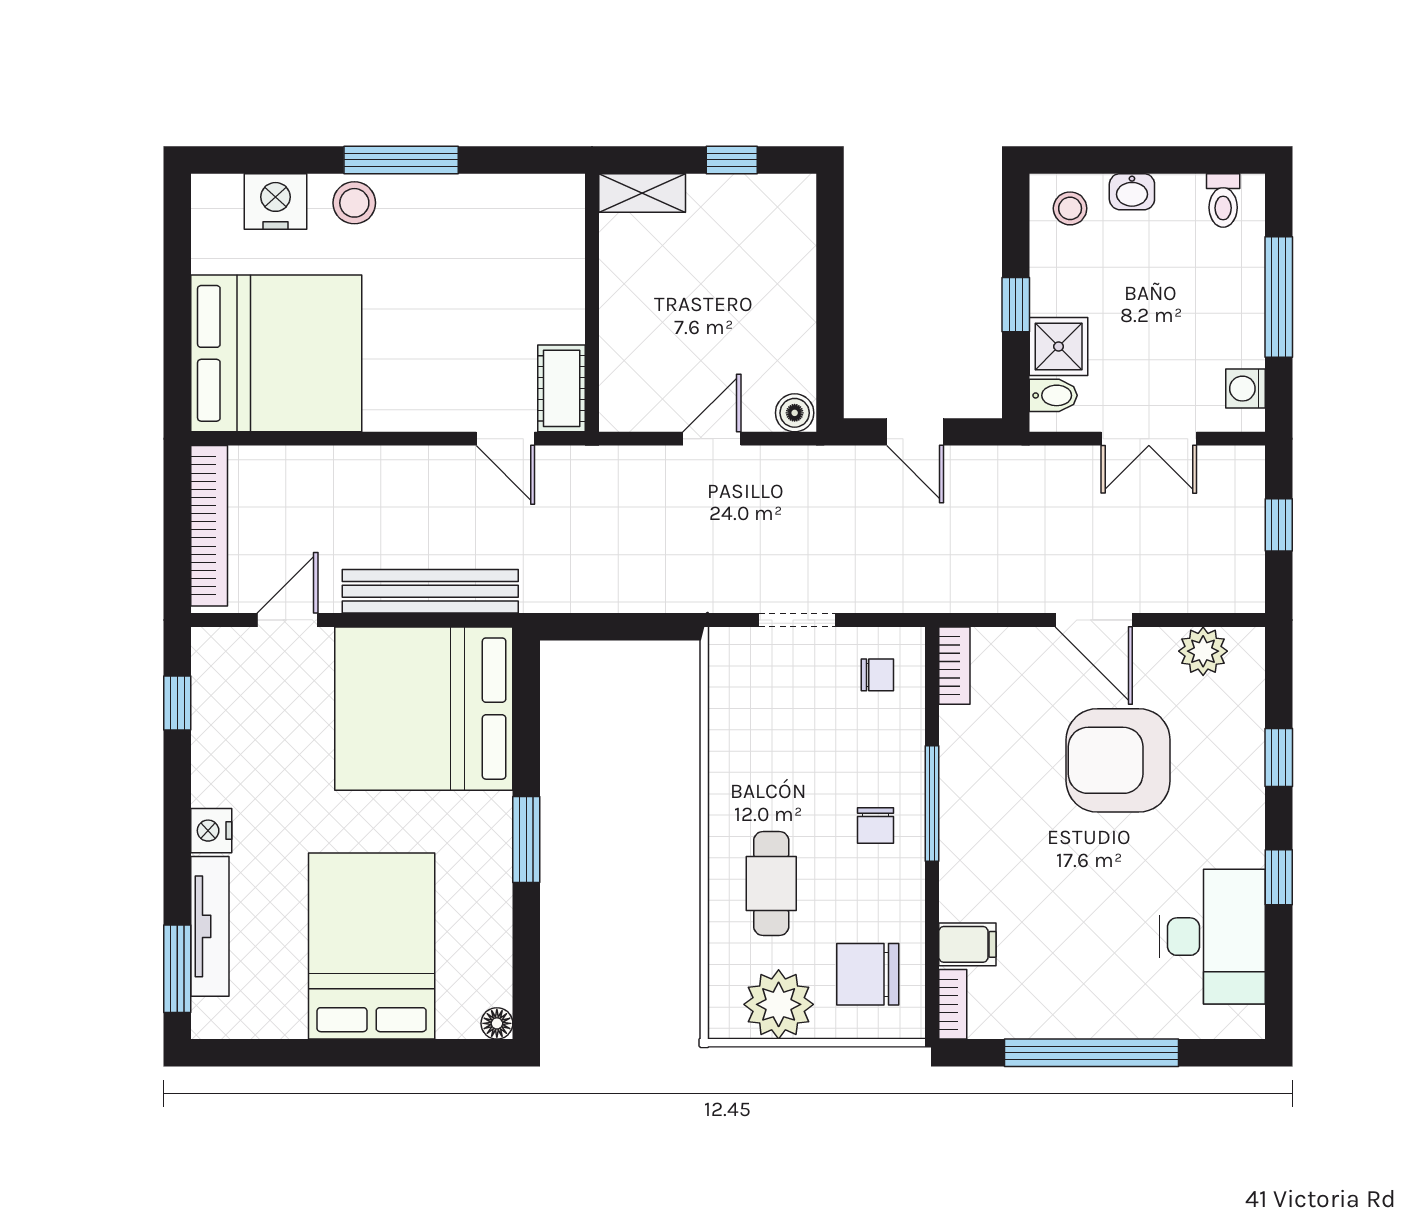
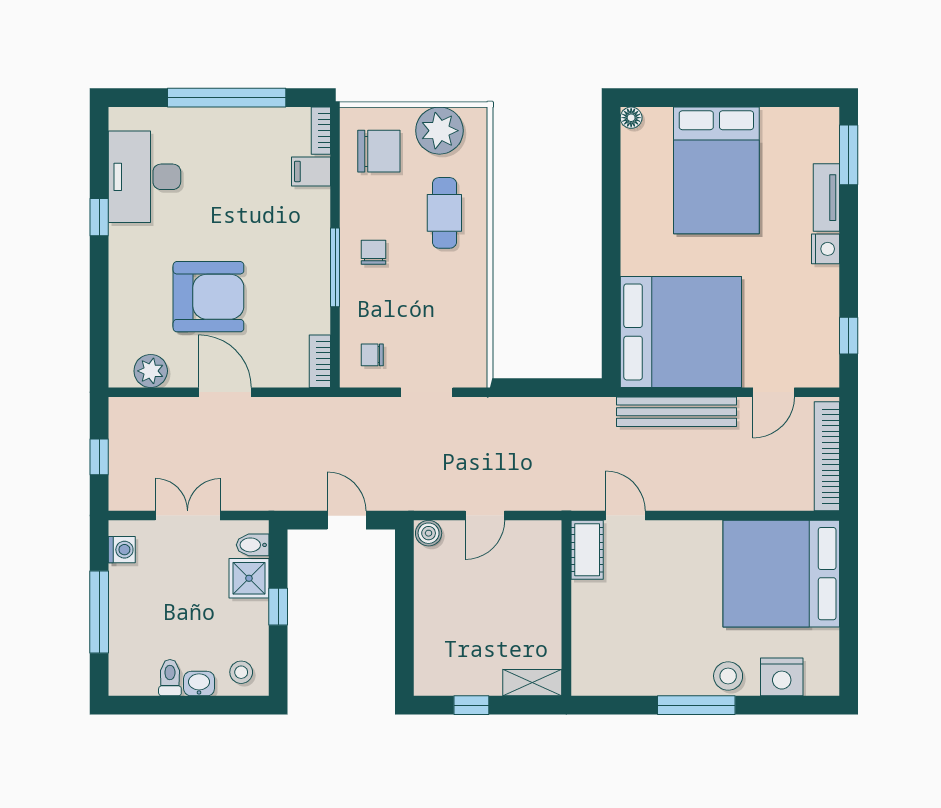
toilet: (1223, 200) -> (170, 678), moved
window: (1279, 758) -> (99, 299), removed
window: (526, 840) -> (611, 243), removed
tv unit: (210, 926) -> (826, 198), width x0.71

